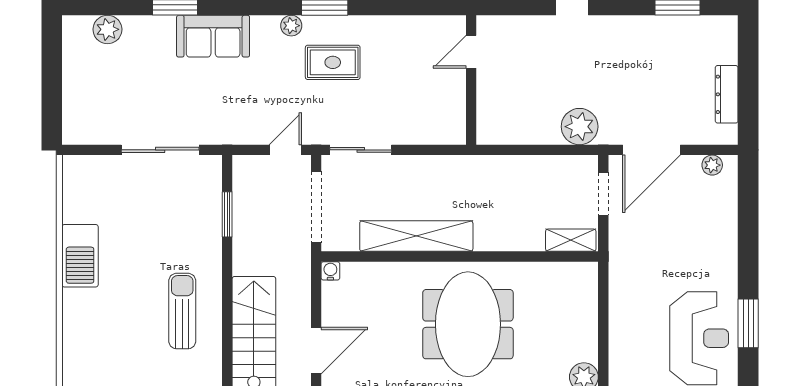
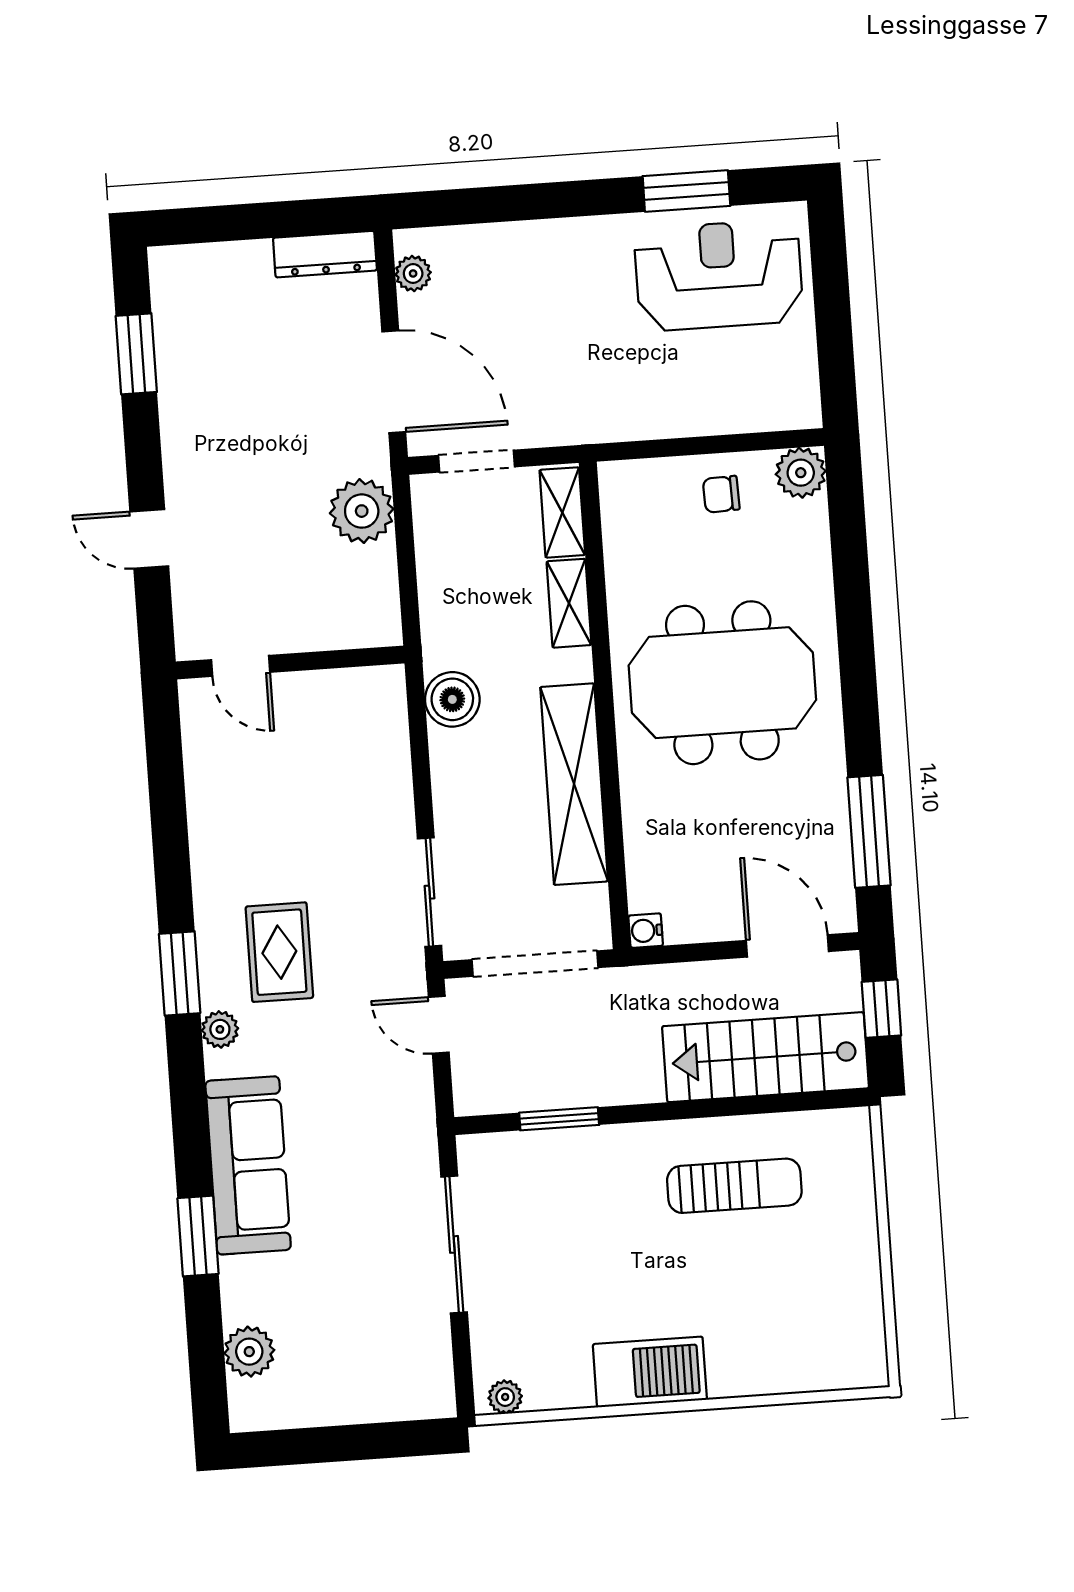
sofa: (213, 36) -> (248, 1165), width x1.36
door: (471, 52) -> (241, 666), moved
wall: (471, 80) -> (290, 662), moved
dresser: (727, 94) -> (325, 254), moved
boiler: (469, 170) -> (452, 699), added
plant: (72, 173) -> (505, 1397), added
shelving: (519, 240) -> (569, 603), added
sun lounger: (182, 311) -> (734, 1186), turned 180
chair: (575, 331) -> (721, 494), added

